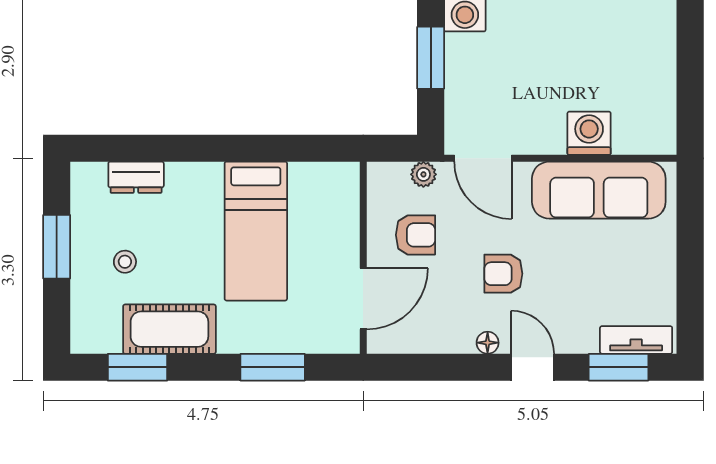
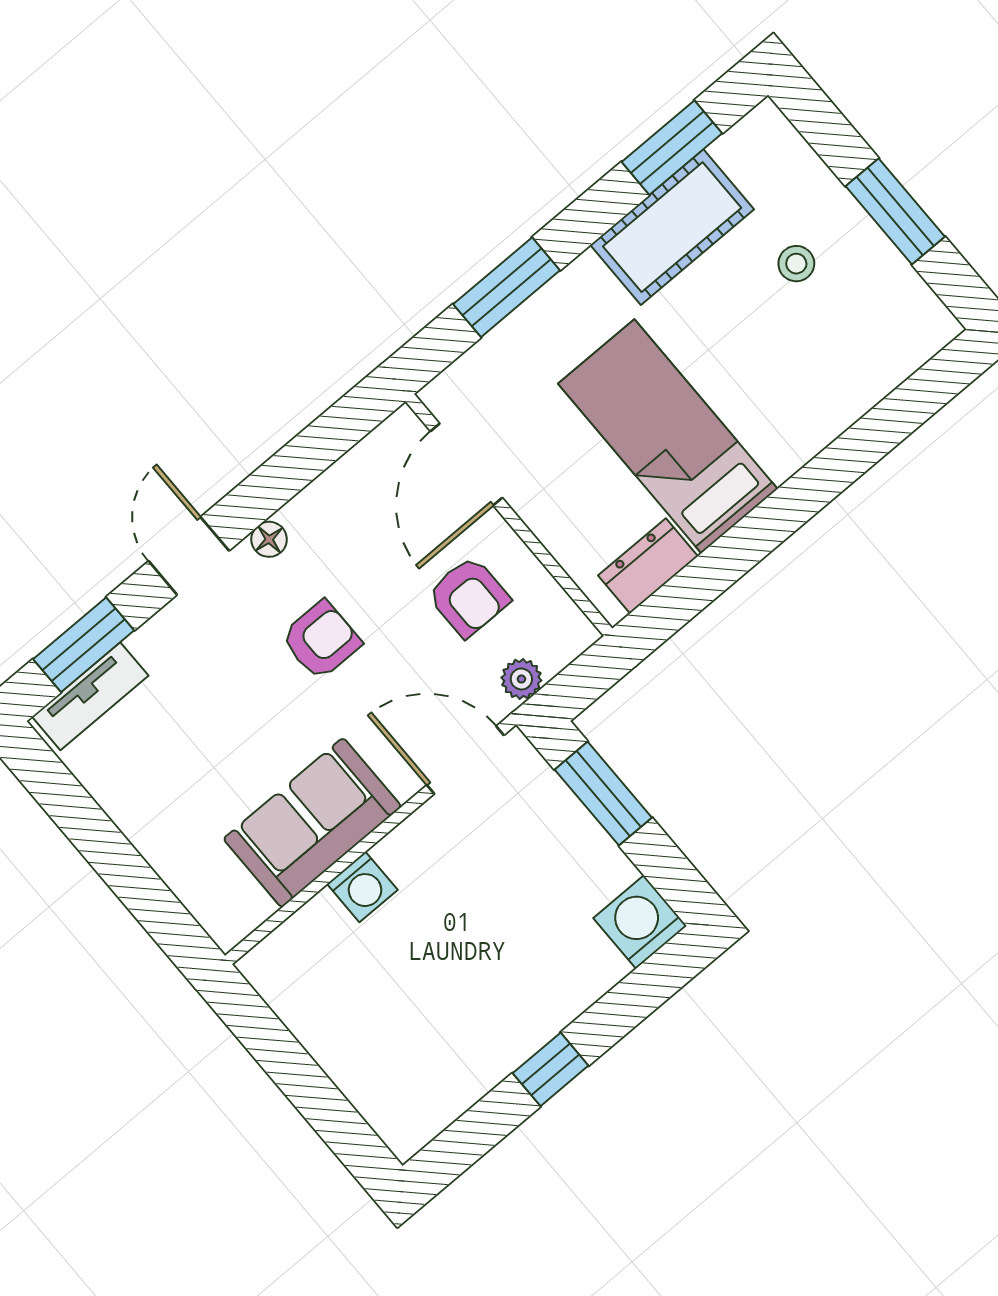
window: (431, 58) -> (603, 794), moved
washing machine: (589, 133) -> (362, 887), width x0.73, depth x0.73
dresser: (136, 177) -> (648, 566), moved
sofa: (599, 190) -> (312, 823), width x0.73
armchair: (416, 235) -> (469, 597), turned -90
door: (532, 367) -> (189, 556), swing flipped

